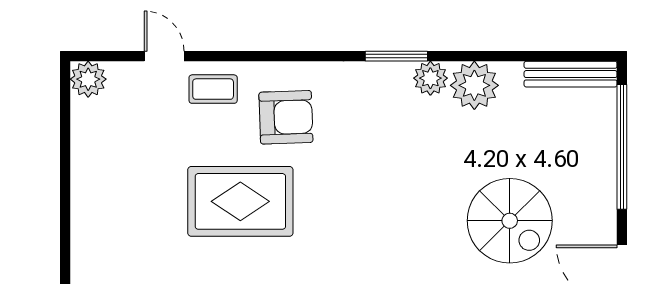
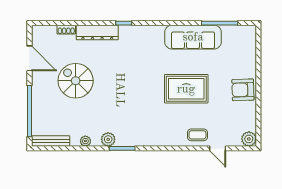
plant: (474, 85) -> (85, 141), width x0.53, depth x0.53
armchair: (286, 117) -> (243, 90), moved

